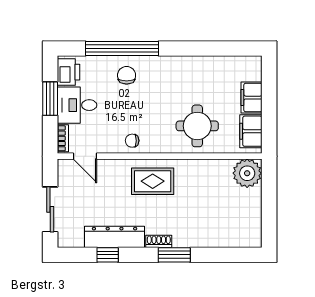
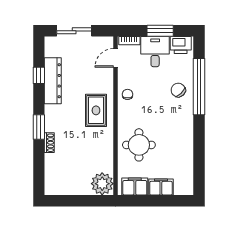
chair: (127, 75) -> (178, 90), turned -134
shoe rack: (159, 241) -> (49, 143), moved

